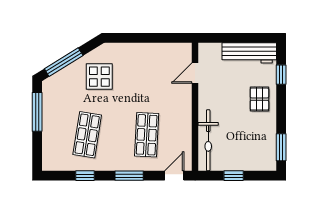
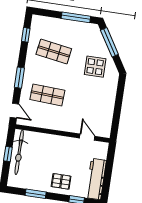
bicycle: (208, 140) -> (19, 152), moved, turned -90
window: (281, 147) -> (36, 194), moved
window: (85, 176) -> (26, 35), moved

